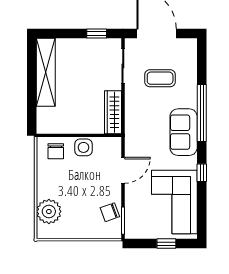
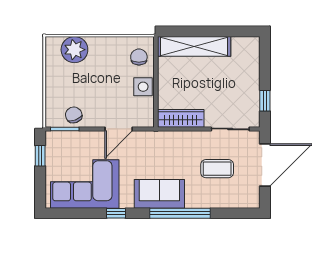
shelving: (46, 72) -> (194, 46), moved
coffee table: (160, 78) -> (217, 169), turned 90
chair: (56, 151) -> (139, 57), turned 90
door: (123, 170) -> (119, 129), hinge flipped
window: (166, 244) -> (40, 156), moved

